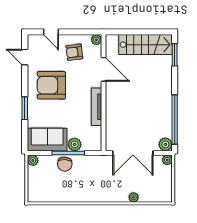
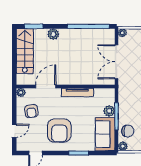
plant: (165, 144) -> (53, 34), moved
double door: (133, 153) -> (116, 62), swing flipped
chair: (65, 164) -> (128, 131), moved

